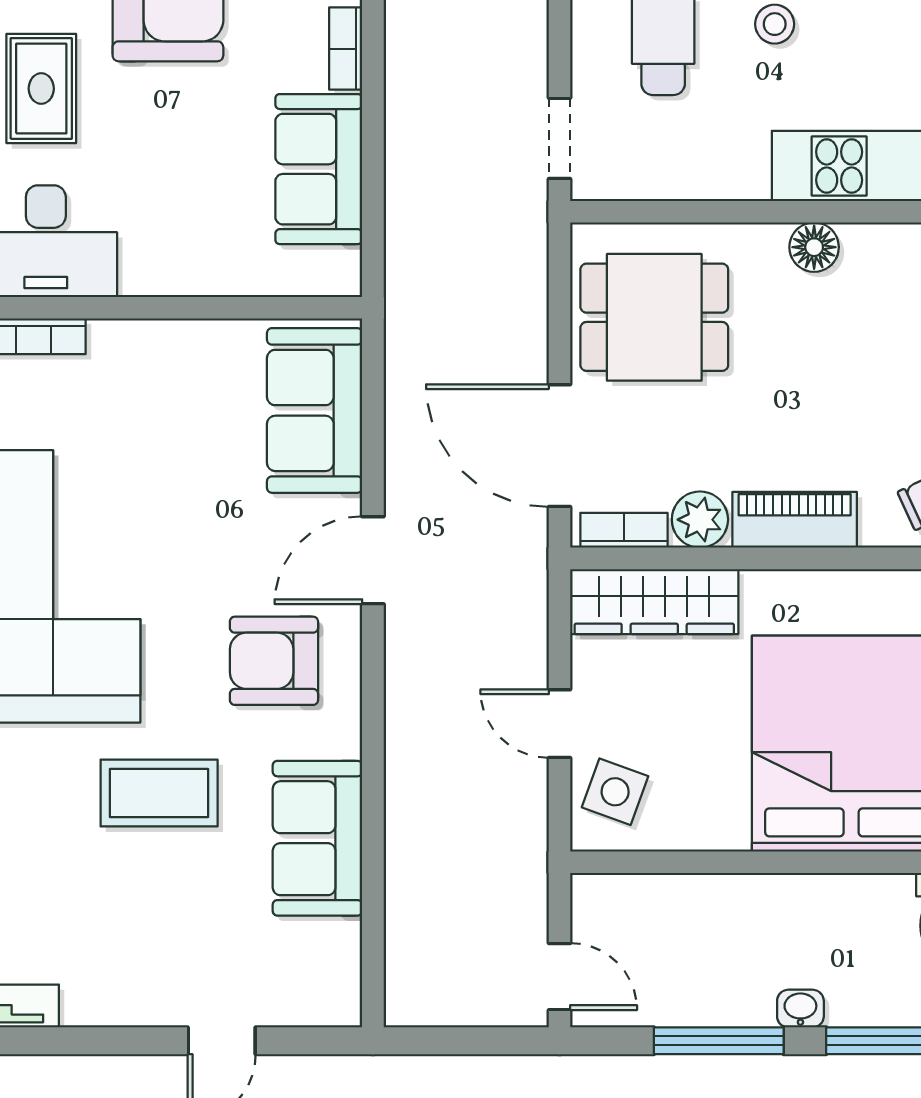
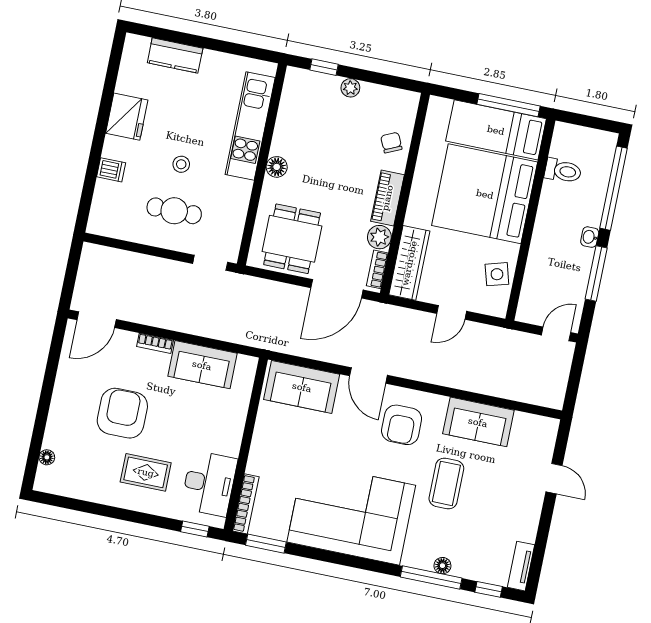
side table: (615, 792) -> (497, 274), moved, turned -36

